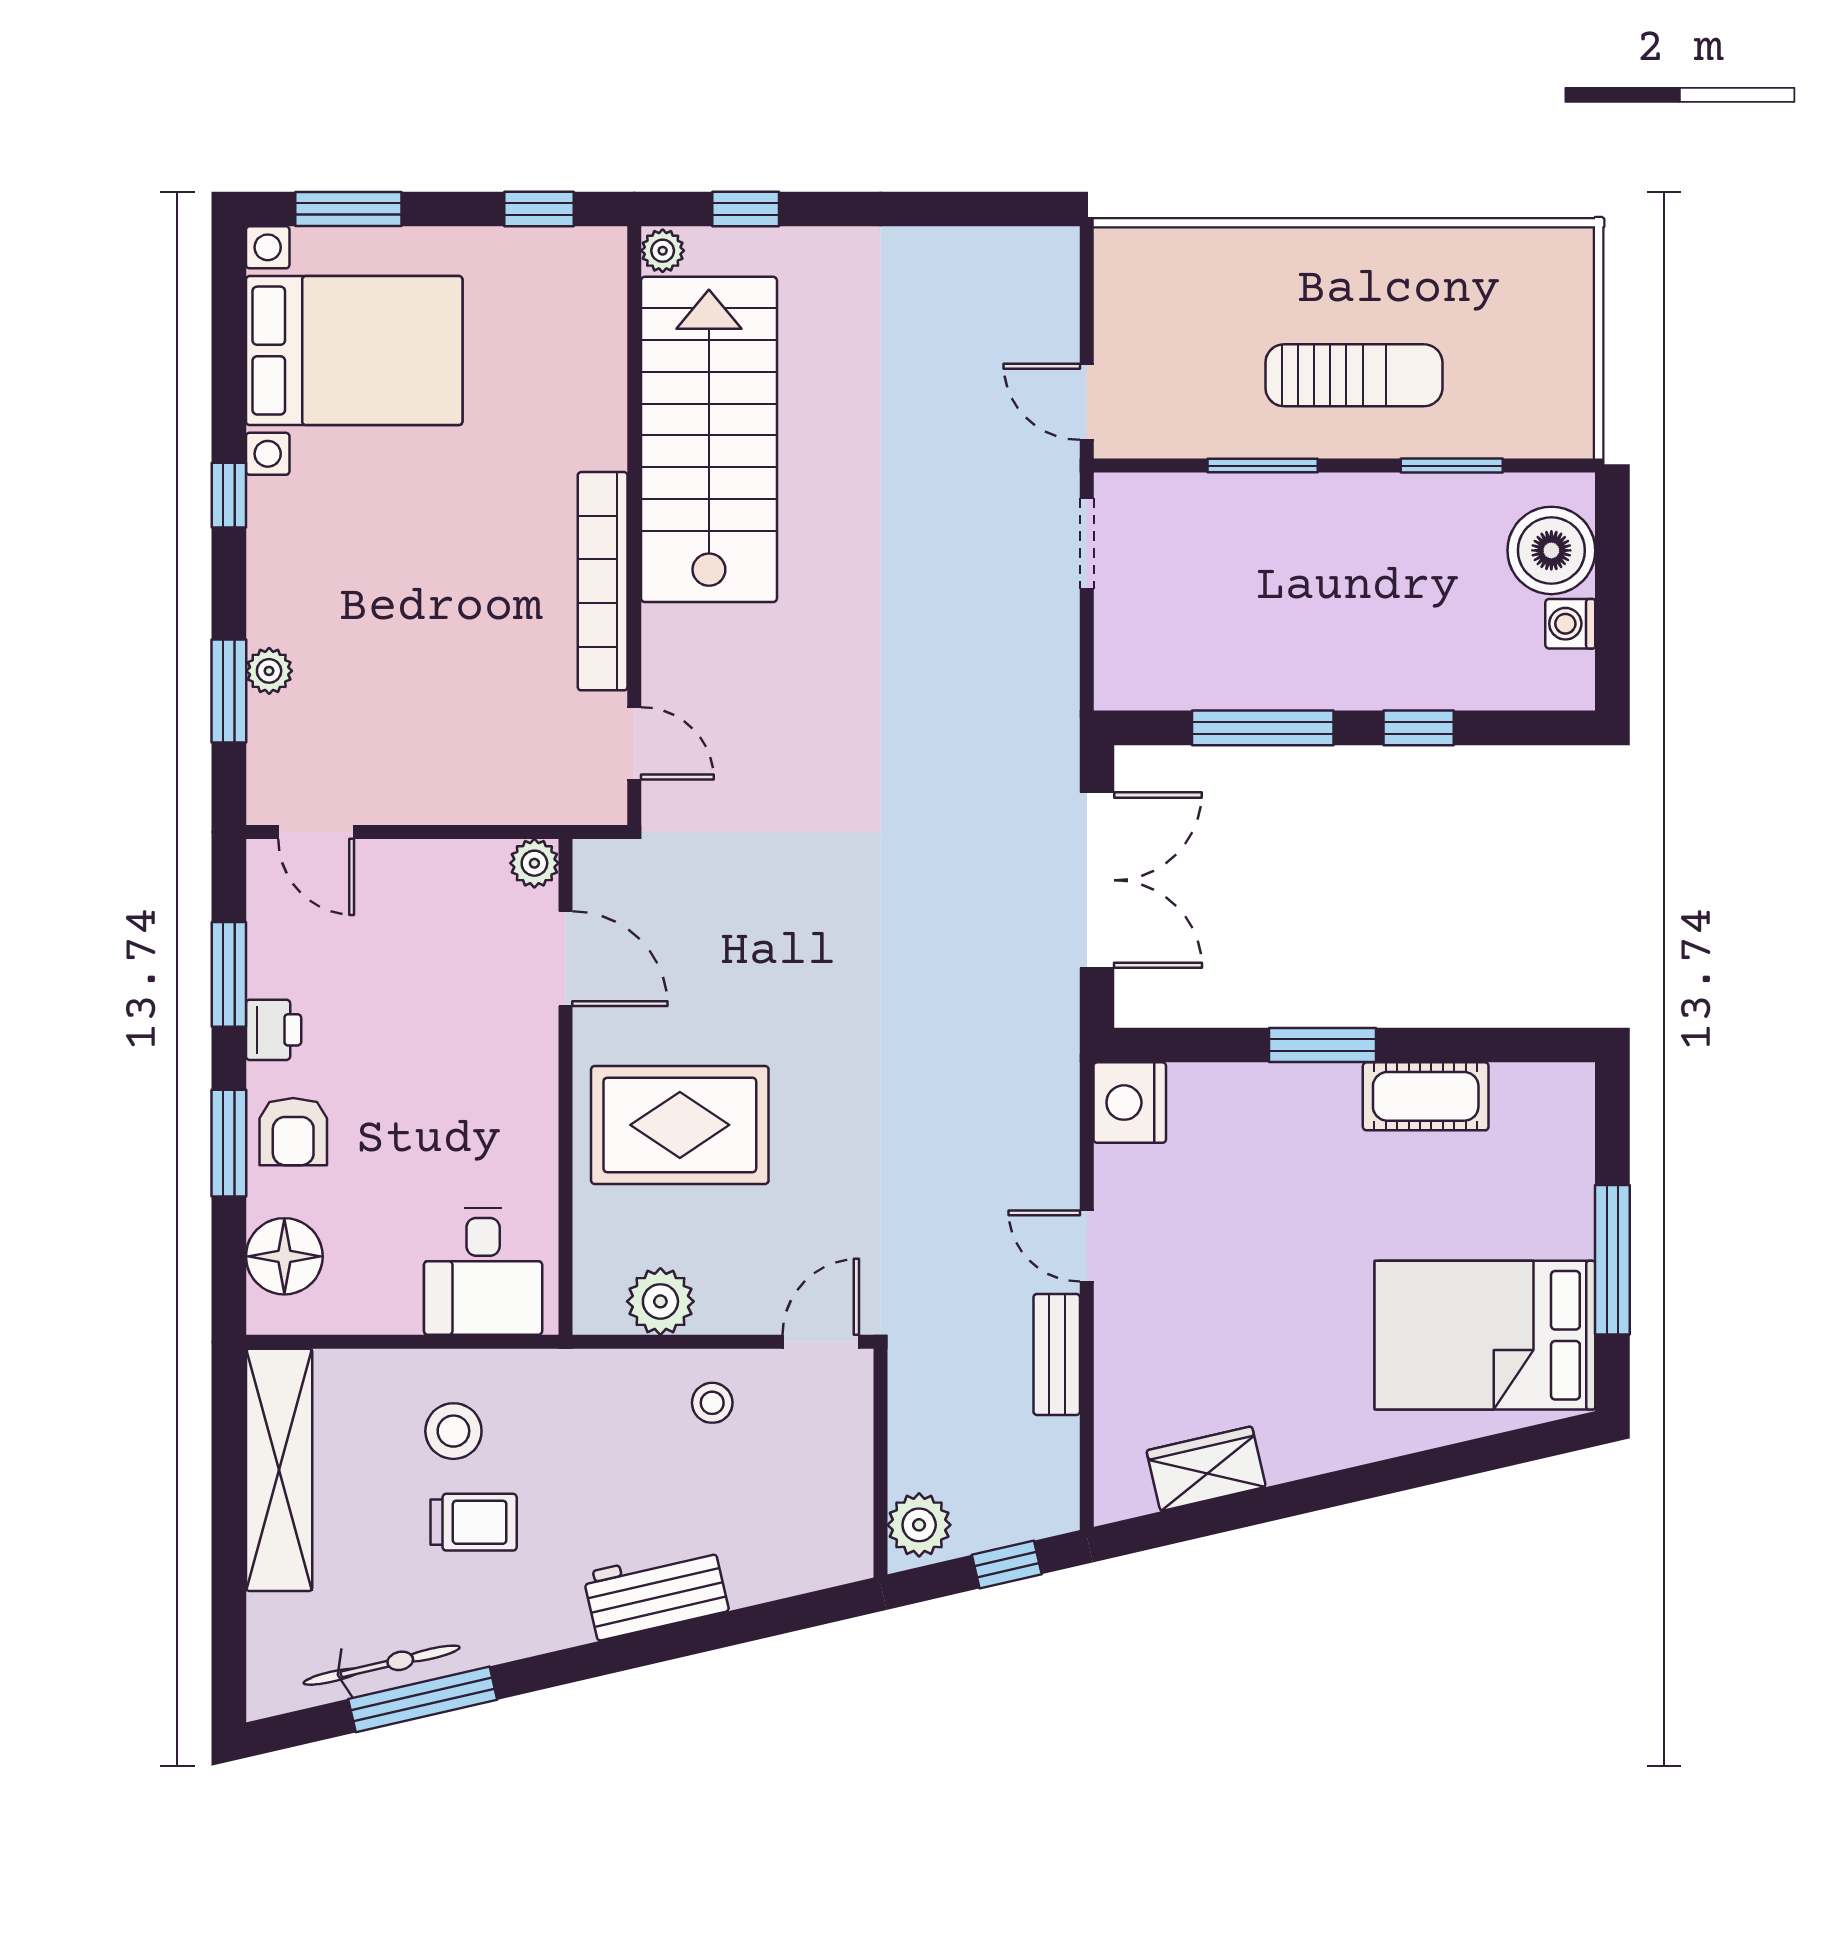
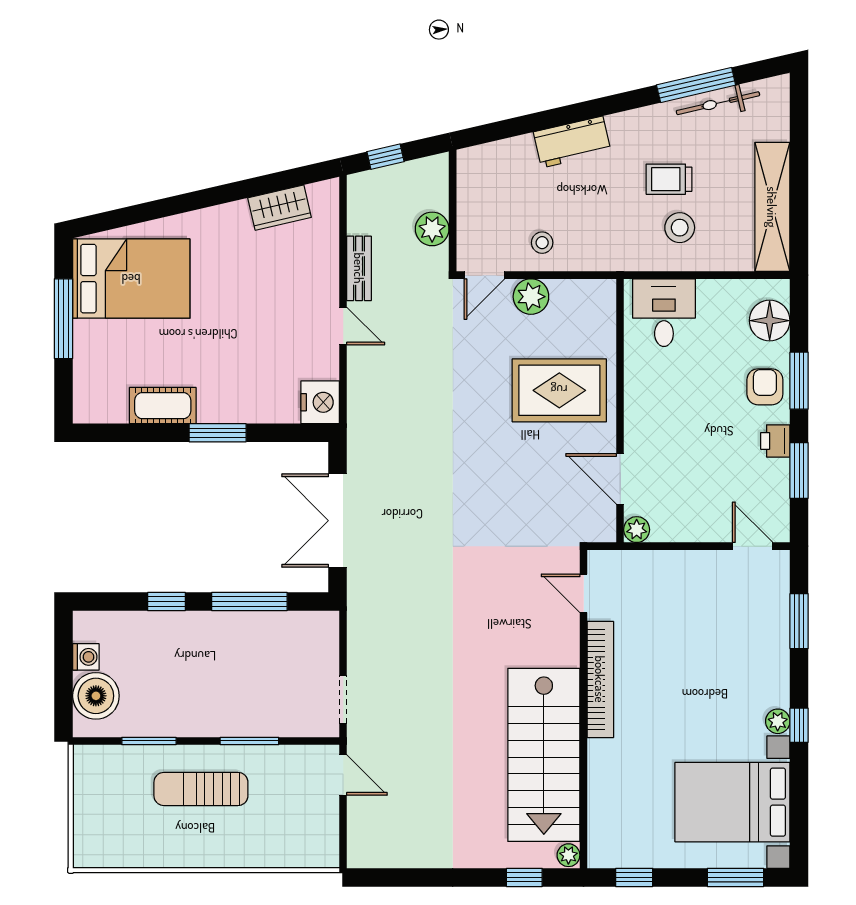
plant: (269, 671) -> (778, 721), moved
plant: (660, 1301) -> (531, 297), moved
plant: (919, 1525) -> (432, 229), moved

